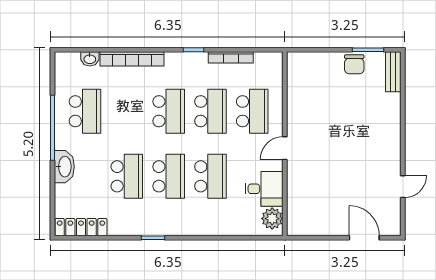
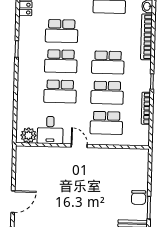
chair: (354, 64) -> (139, 197), turned -90

